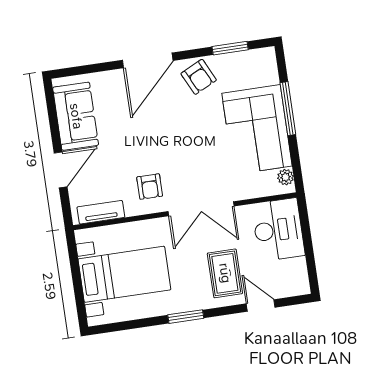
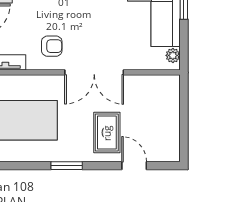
armchair: (150, 187) -> (52, 46), turned -90
desk: (278, 230) -> (160, 101), removed

